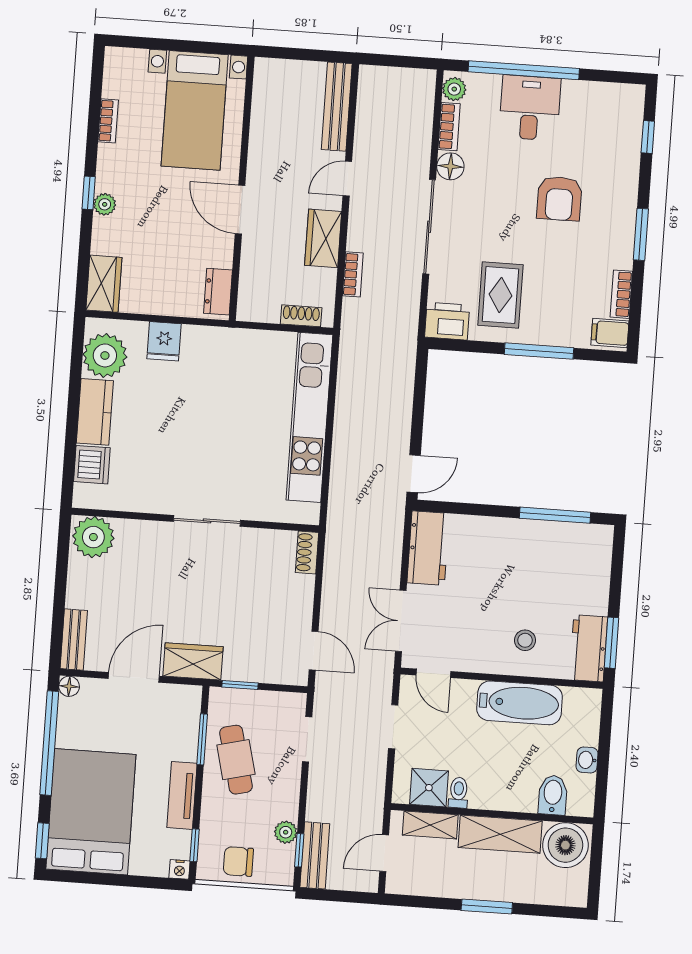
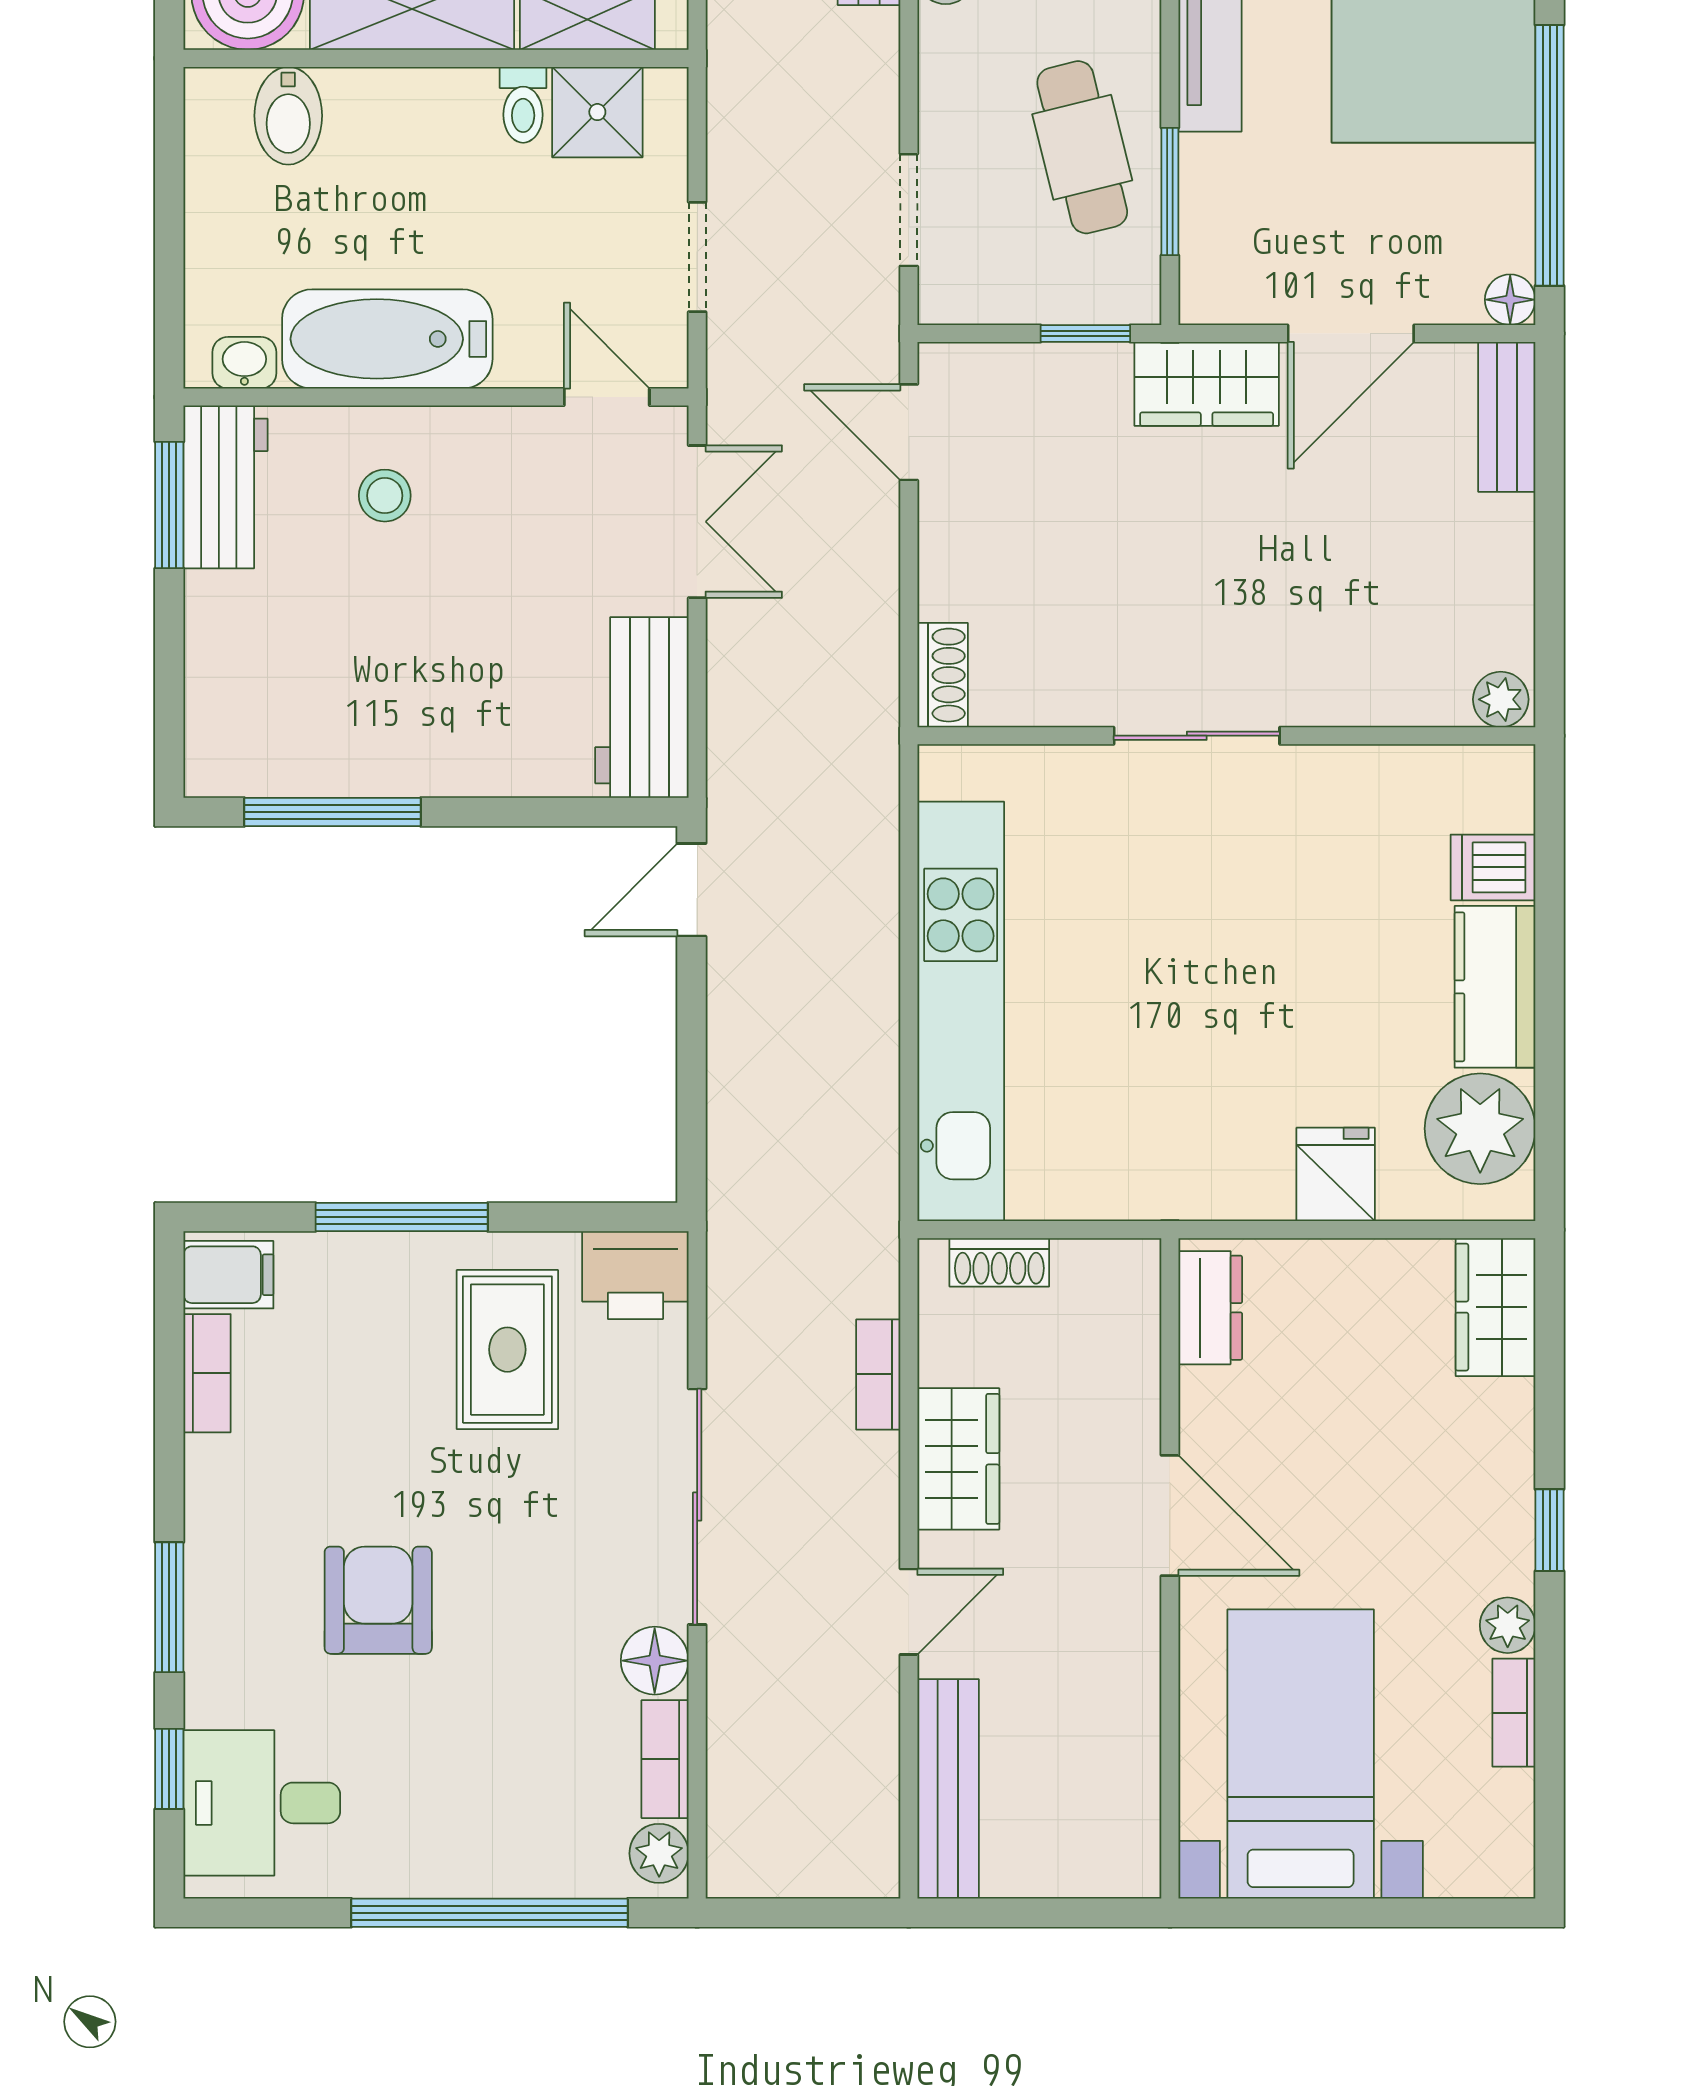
desk: (530, 108) -> (262, 1803), moved, turned 90
plant: (105, 204) -> (1508, 1625), moved
window: (641, 234) -> (169, 1607), moved
dishwasher: (92, 465) -> (1493, 867), width x0.73
plant: (93, 537) -> (1501, 699), width x0.53, depth x0.53
washbasin: (587, 760) -> (244, 363), moved, turned -90

